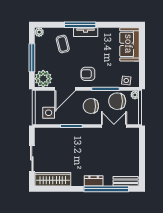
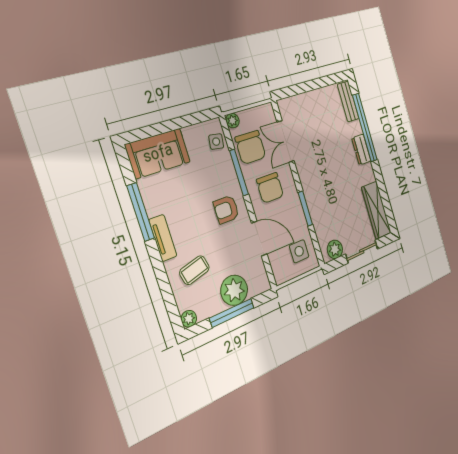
window: (80, 25) -> (141, 212), moved
armchair: (88, 74) -> (226, 209), turned 90
plant: (43, 79) -> (234, 290), moved
plant: (40, 139) -> (335, 249), added

